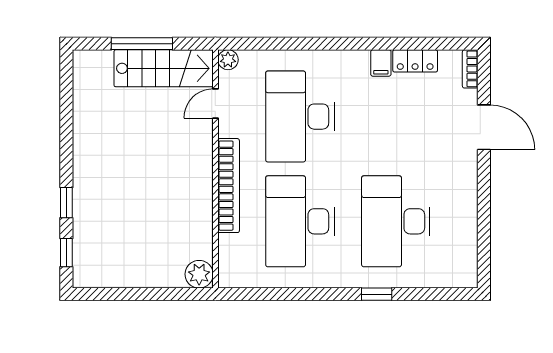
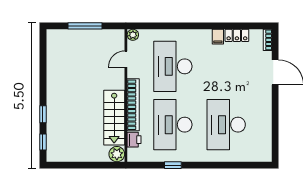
stairs: (164, 68) -> (114, 118), moved, turned 90
printer: (230, 248) -> (134, 140), added
window: (377, 294) -> (173, 165), moved

